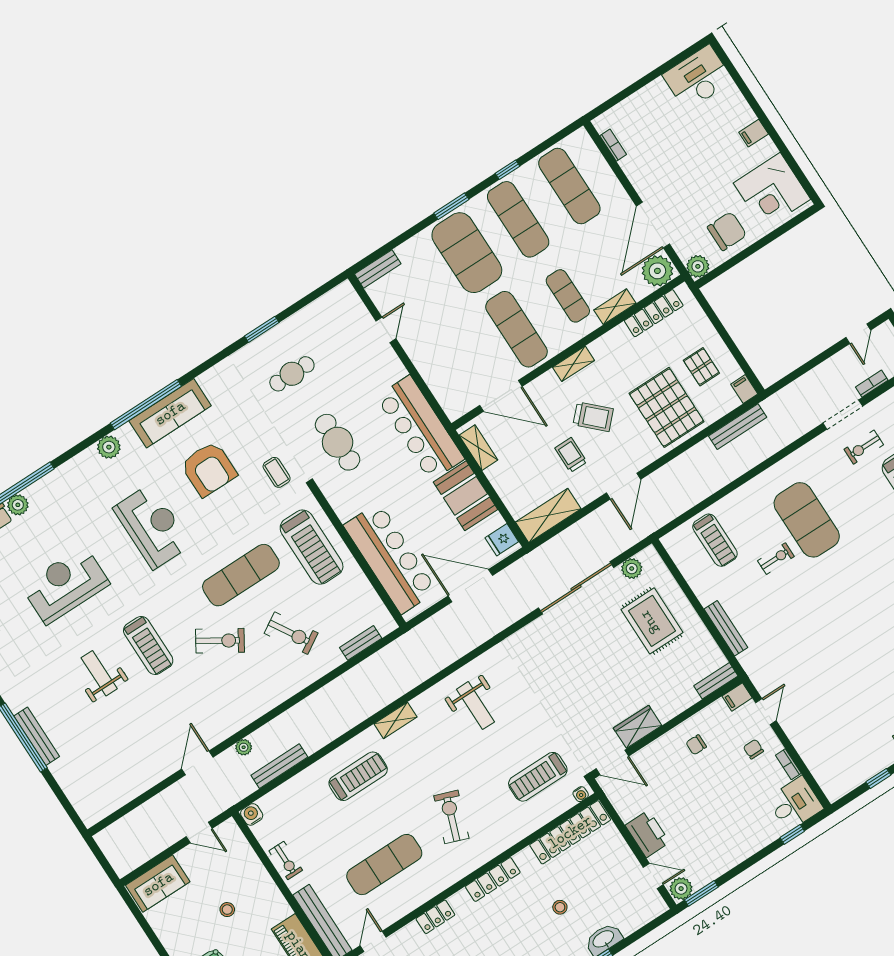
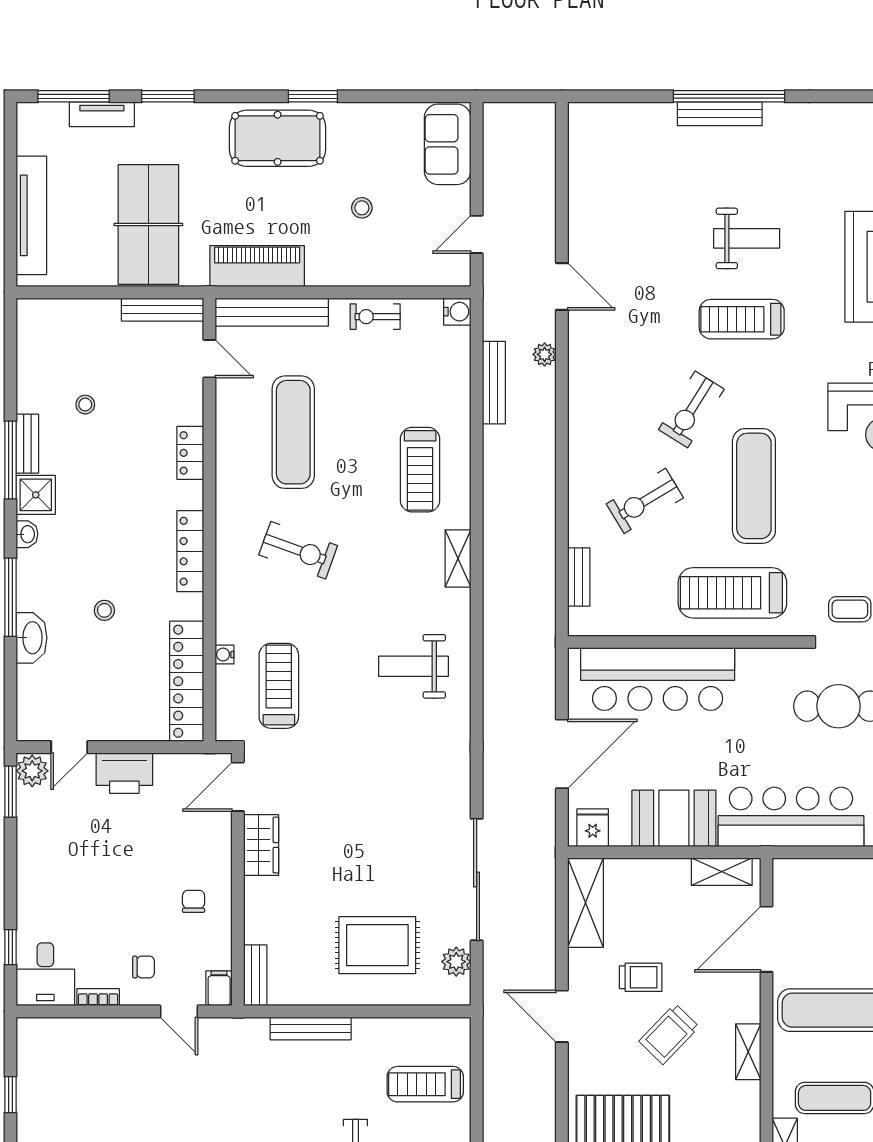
water cooler: (581, 794) -> (225, 654), moved

